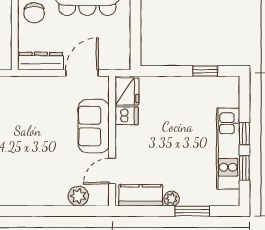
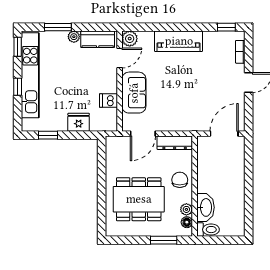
fridge: (127, 91) -> (79, 122), moved, turned 90
kitchen unit: (228, 149) -> (30, 75), width x1.36
window: (244, 168) -> (18, 47), moved
piano: (36, 193) -> (179, 41), added
plant: (78, 196) -> (130, 39), moved

